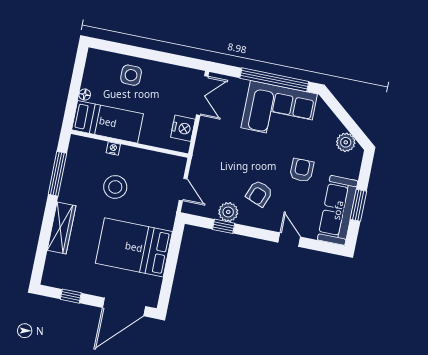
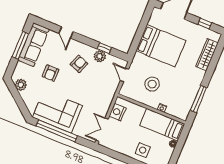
stool: (115, 187) -> (152, 84), moved
window: (358, 205) -> (20, 45), width x1.44
wardrobe: (61, 228) -> (207, 55), moved

